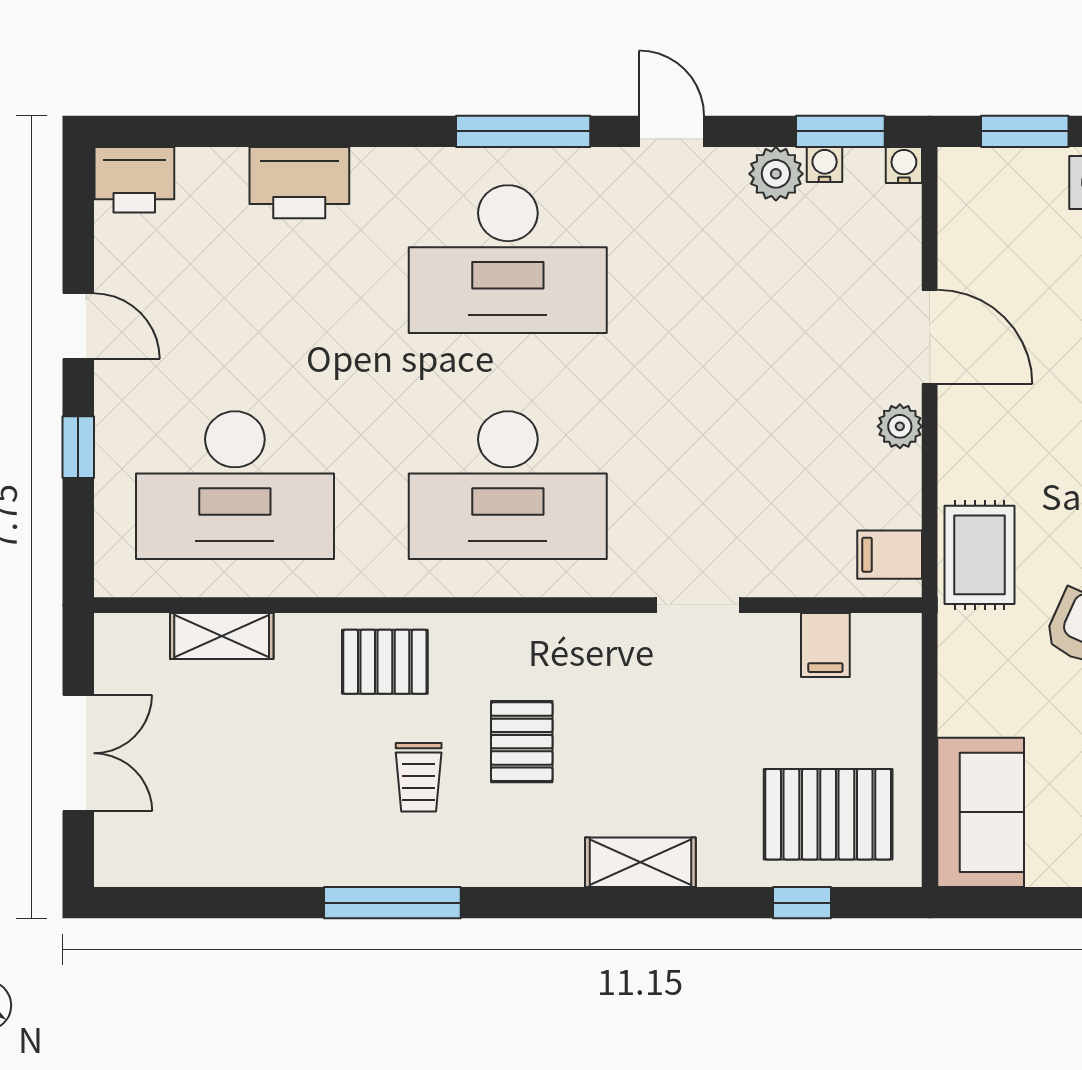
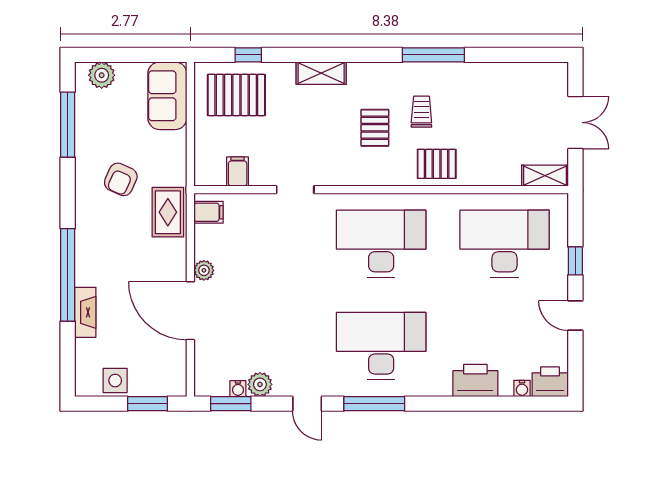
water cooler: (904, 165) -> (522, 388), moved
door: (930, 337) -> (190, 311), width x1.36
shelving: (222, 636) -> (545, 176), moved
double door: (78, 753) -> (575, 123), swing flipped

